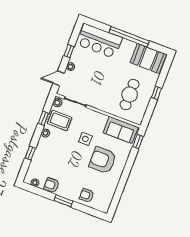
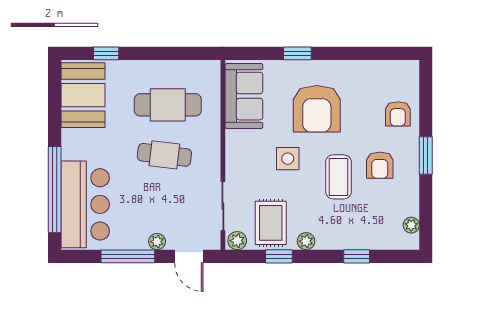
window: (129, 37) -> (55, 190), moved
window: (69, 51) -> (128, 256), width x2.17
cafe table: (108, 85) -> (164, 155), added
window: (156, 93) -> (106, 53), moved
window: (138, 142) -> (297, 53), moved
coffee table: (69, 158) -> (339, 177), added
armchair: (52, 185) -> (380, 165), moved

